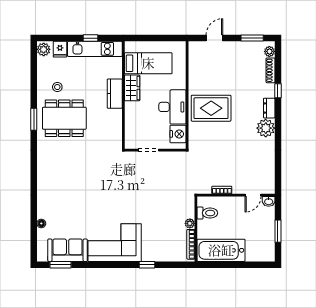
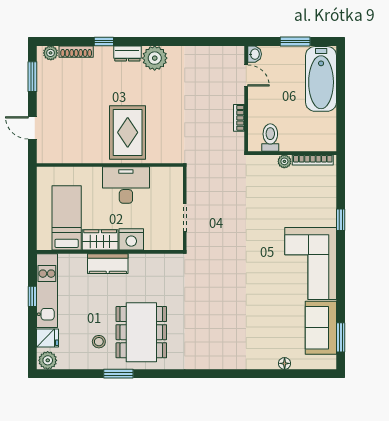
window: (34, 119) -> (118, 374), moved
nightstand: (178, 134) -> (131, 239), moved, turned 180
bathtub: (221, 250) -> (321, 79), moved

